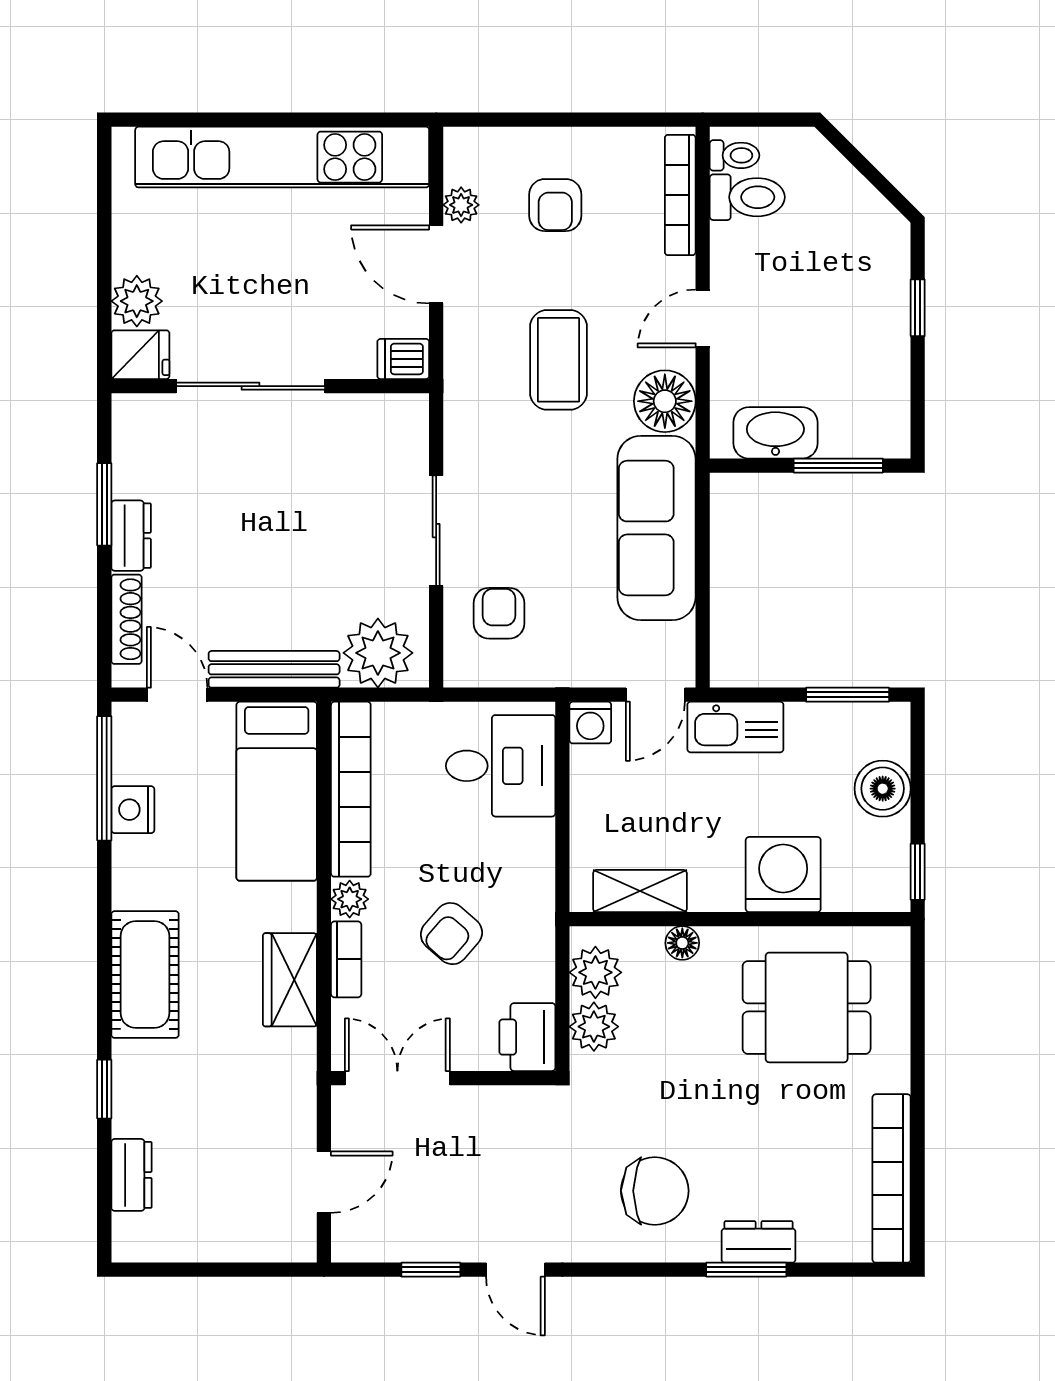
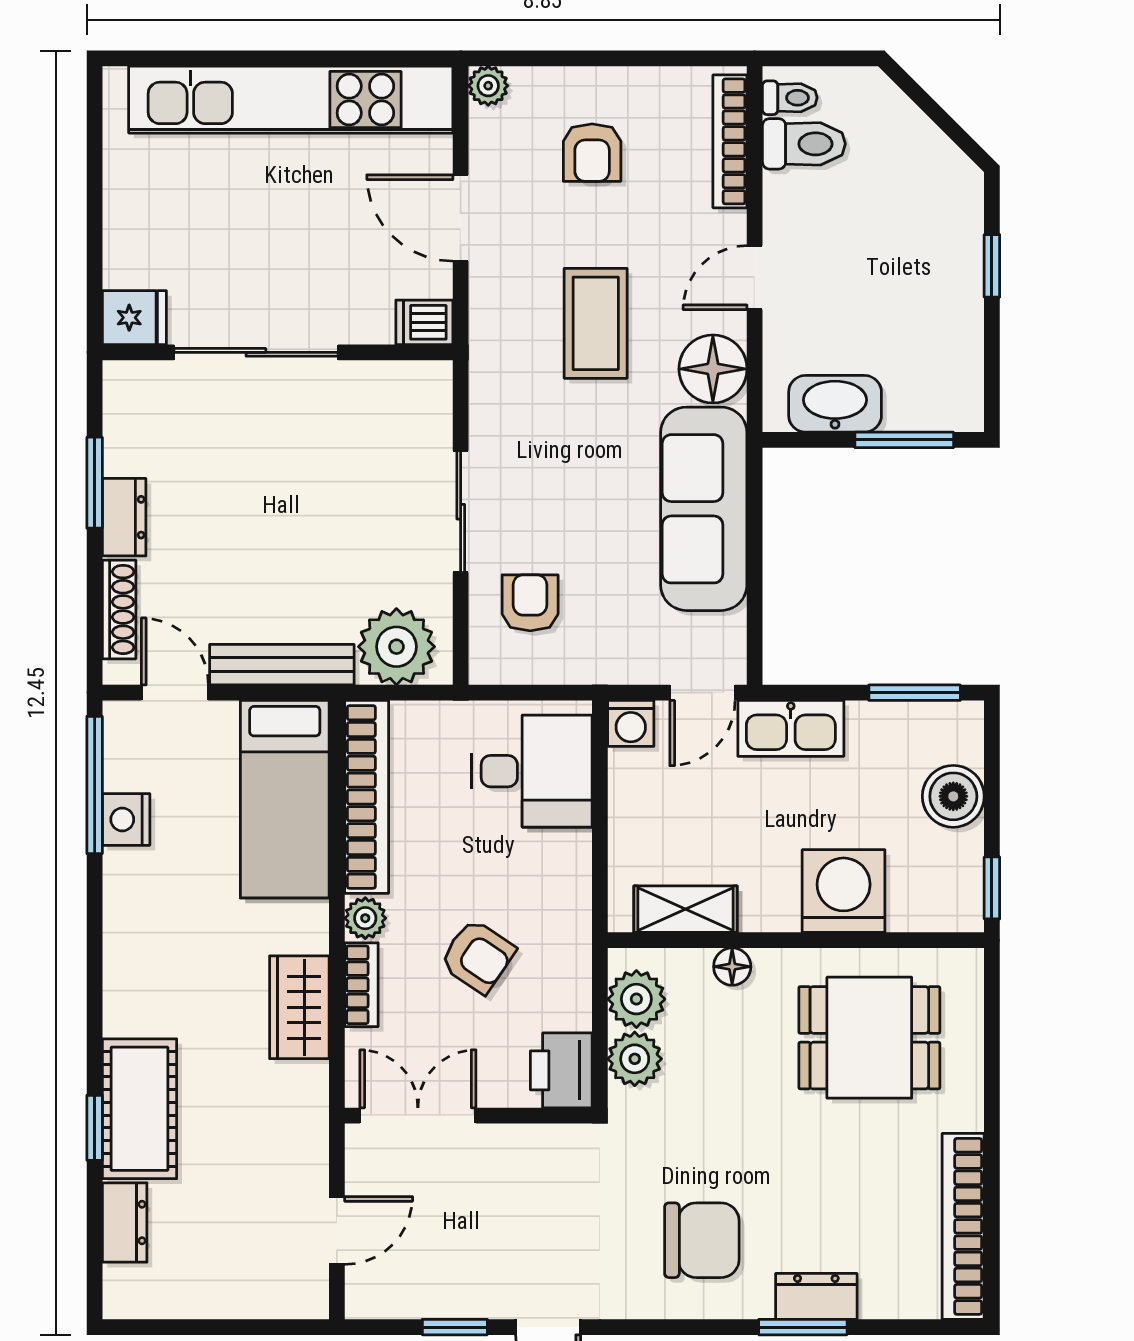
plant: (461, 205) -> (488, 86), moved
plant: (137, 301) -> (130, 258), removed
armchair: (451, 934) -> (478, 956), turned -97
cot: (145, 975) -> (139, 1109), moved

